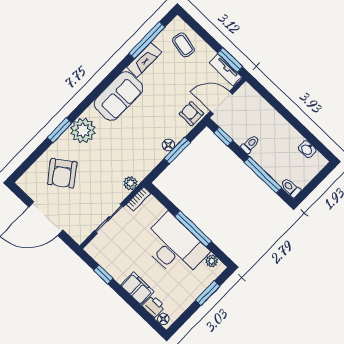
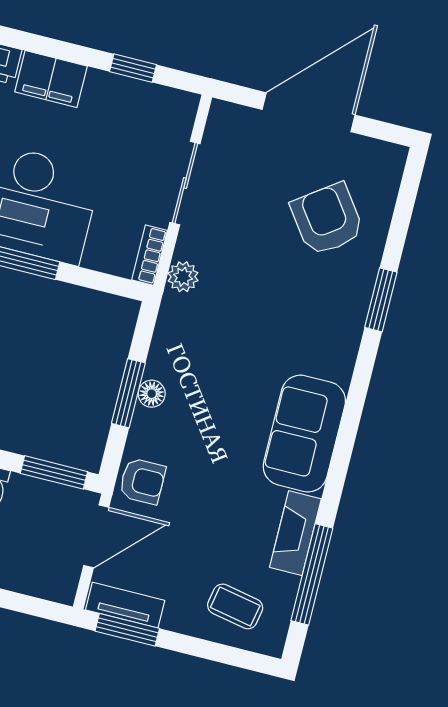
plant: (83, 130) -> (335, 326), removed
window: (223, 137) -> (54, 472), width x1.50

